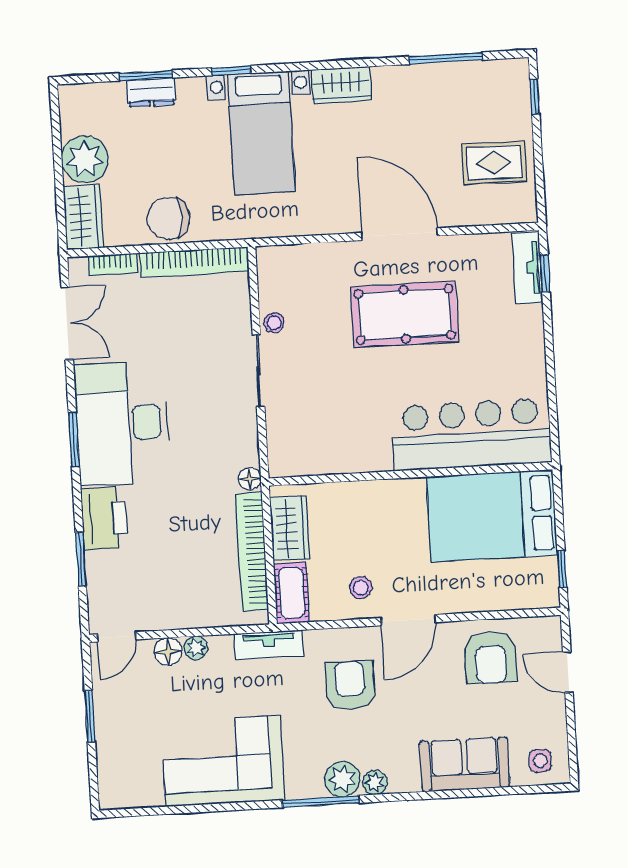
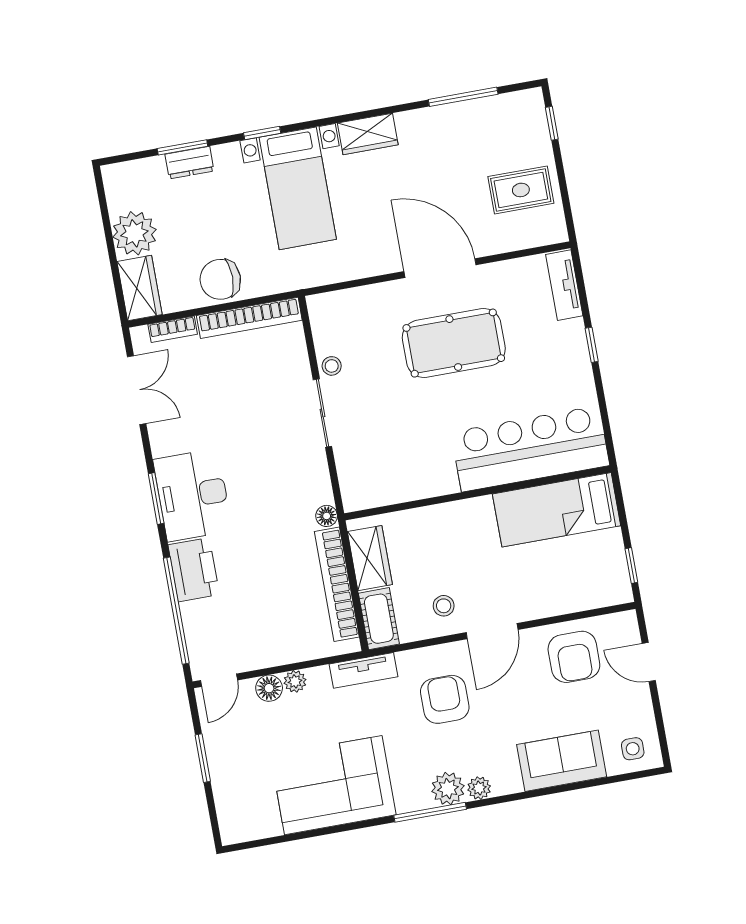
window: (545, 273) -> (592, 345), moved
desk: (122, 423) -> (193, 495), width x0.73, depth x0.77
bed: (492, 516) -> (557, 510), width x0.67
window: (81, 559) -> (176, 611), width x2.11

